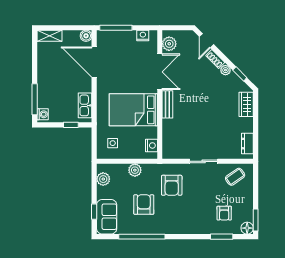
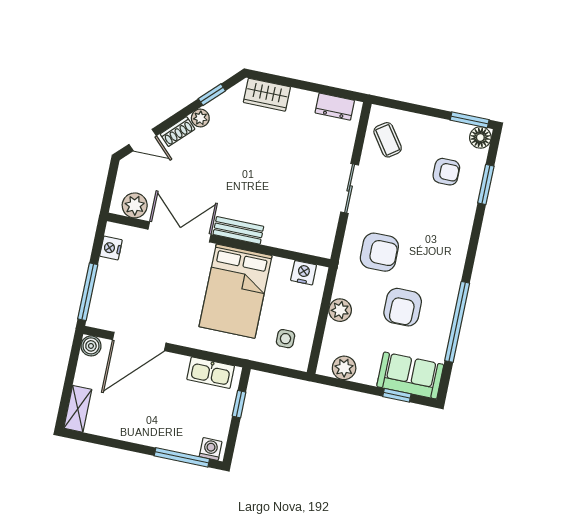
armchair: (144, 205) -> (403, 307), turned -90

